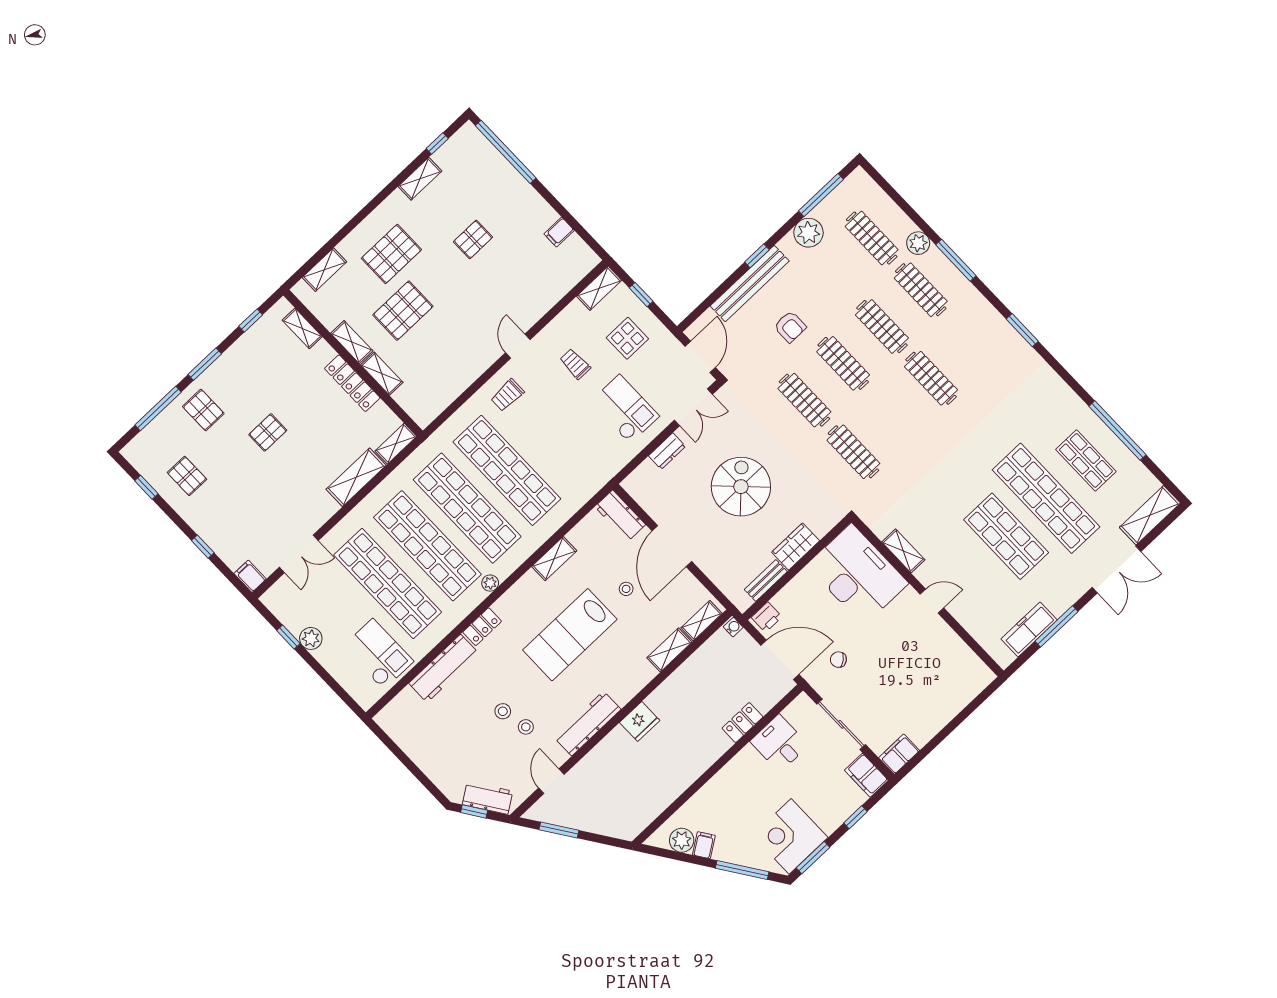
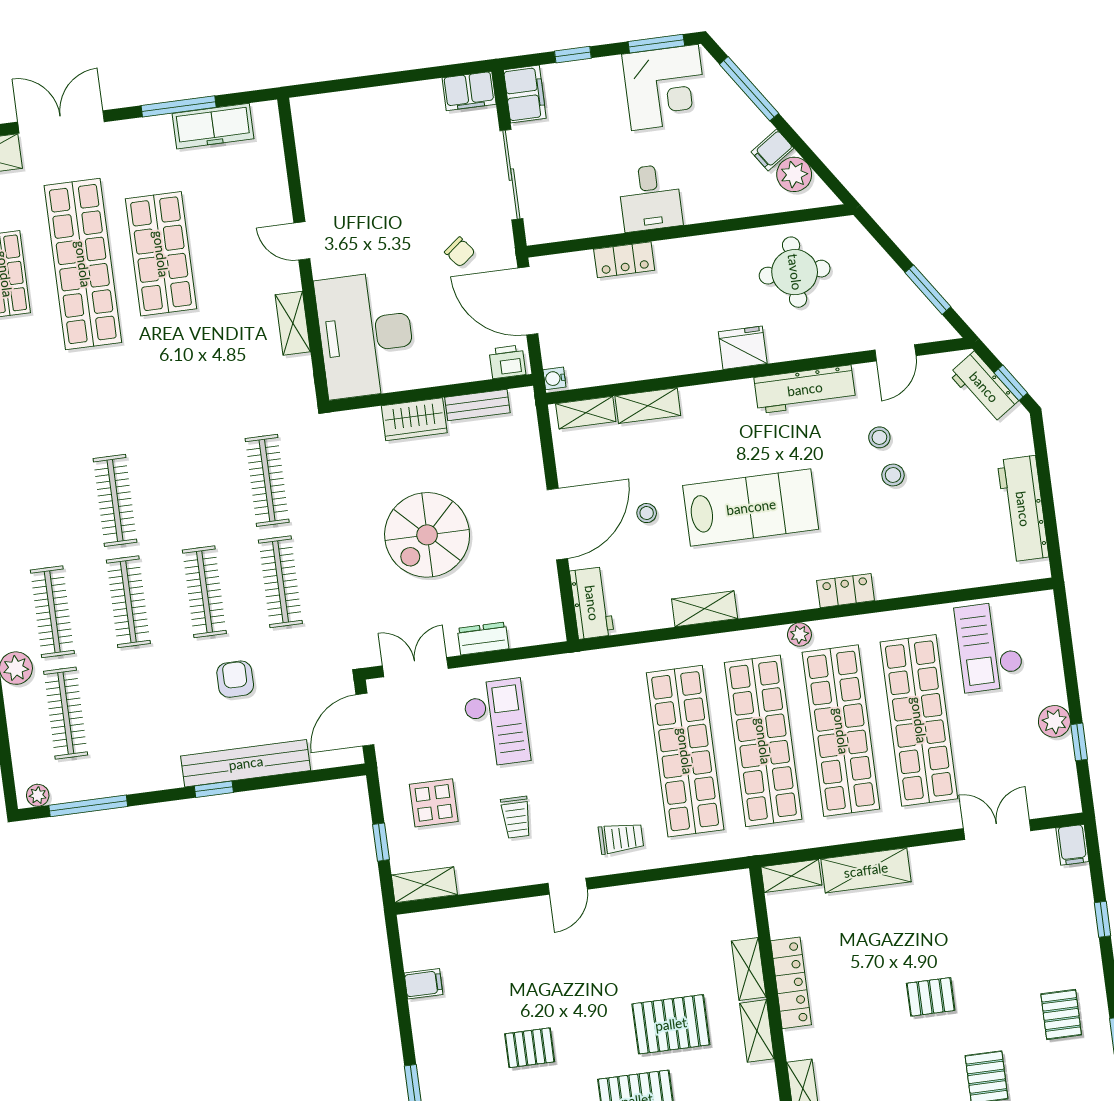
plant: (808, 233) -> (38, 795), moved, width x0.53, depth x0.53
checkout: (625, 409) -> (496, 723), turned 180
workbench: (444, 668) -> (1023, 509), moved, turned -90
desk: (779, 743) -> (650, 198), moved
round table: (641, 785) -> (795, 272), added

